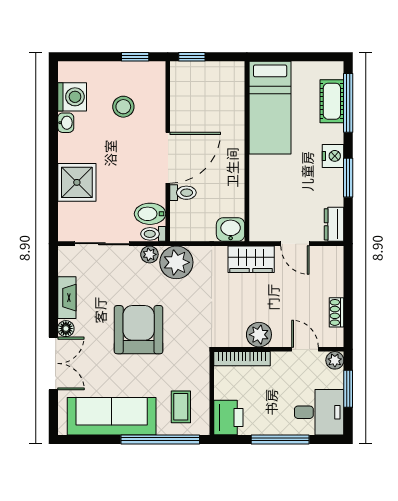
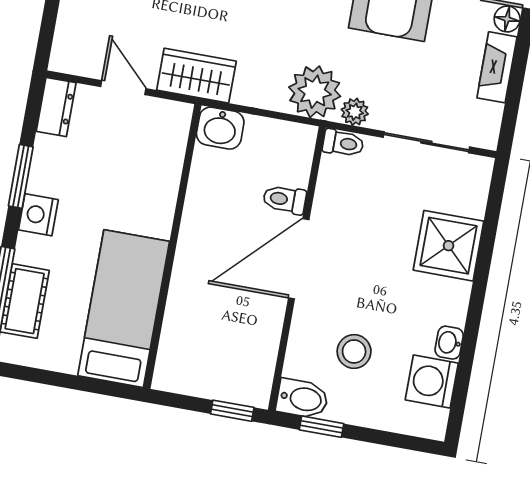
bidet: (150, 214) -> (302, 399), moved

